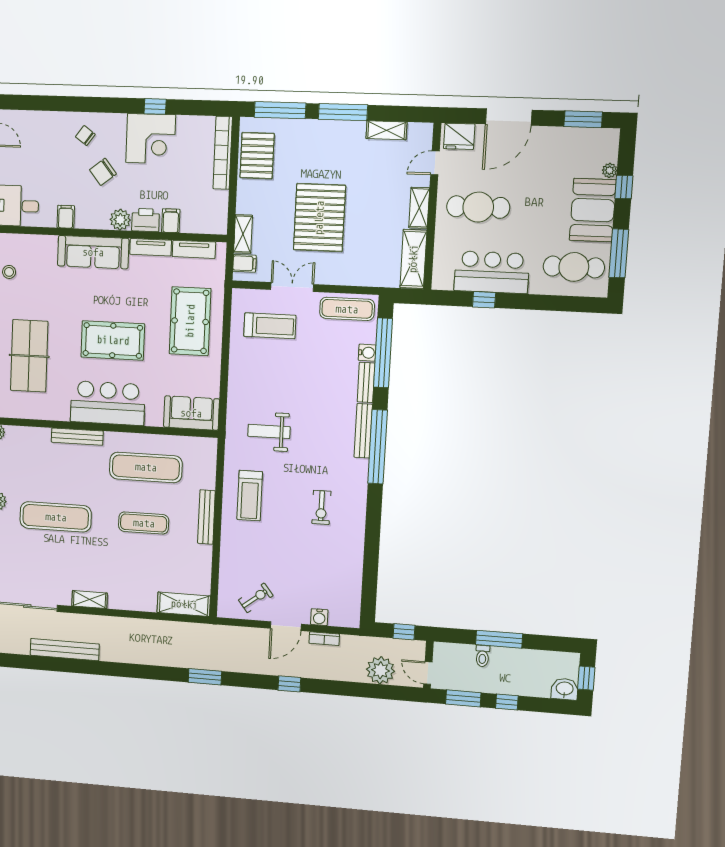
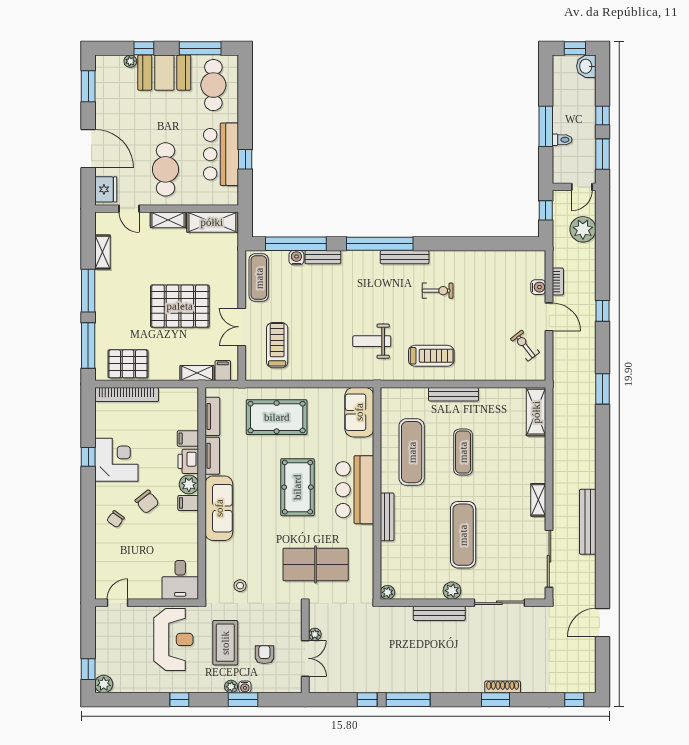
filing cabinet: (66, 217) -> (188, 503), moved
weight bench: (269, 431) -> (372, 341), turned 90
bench: (363, 431) -> (405, 257), moved

